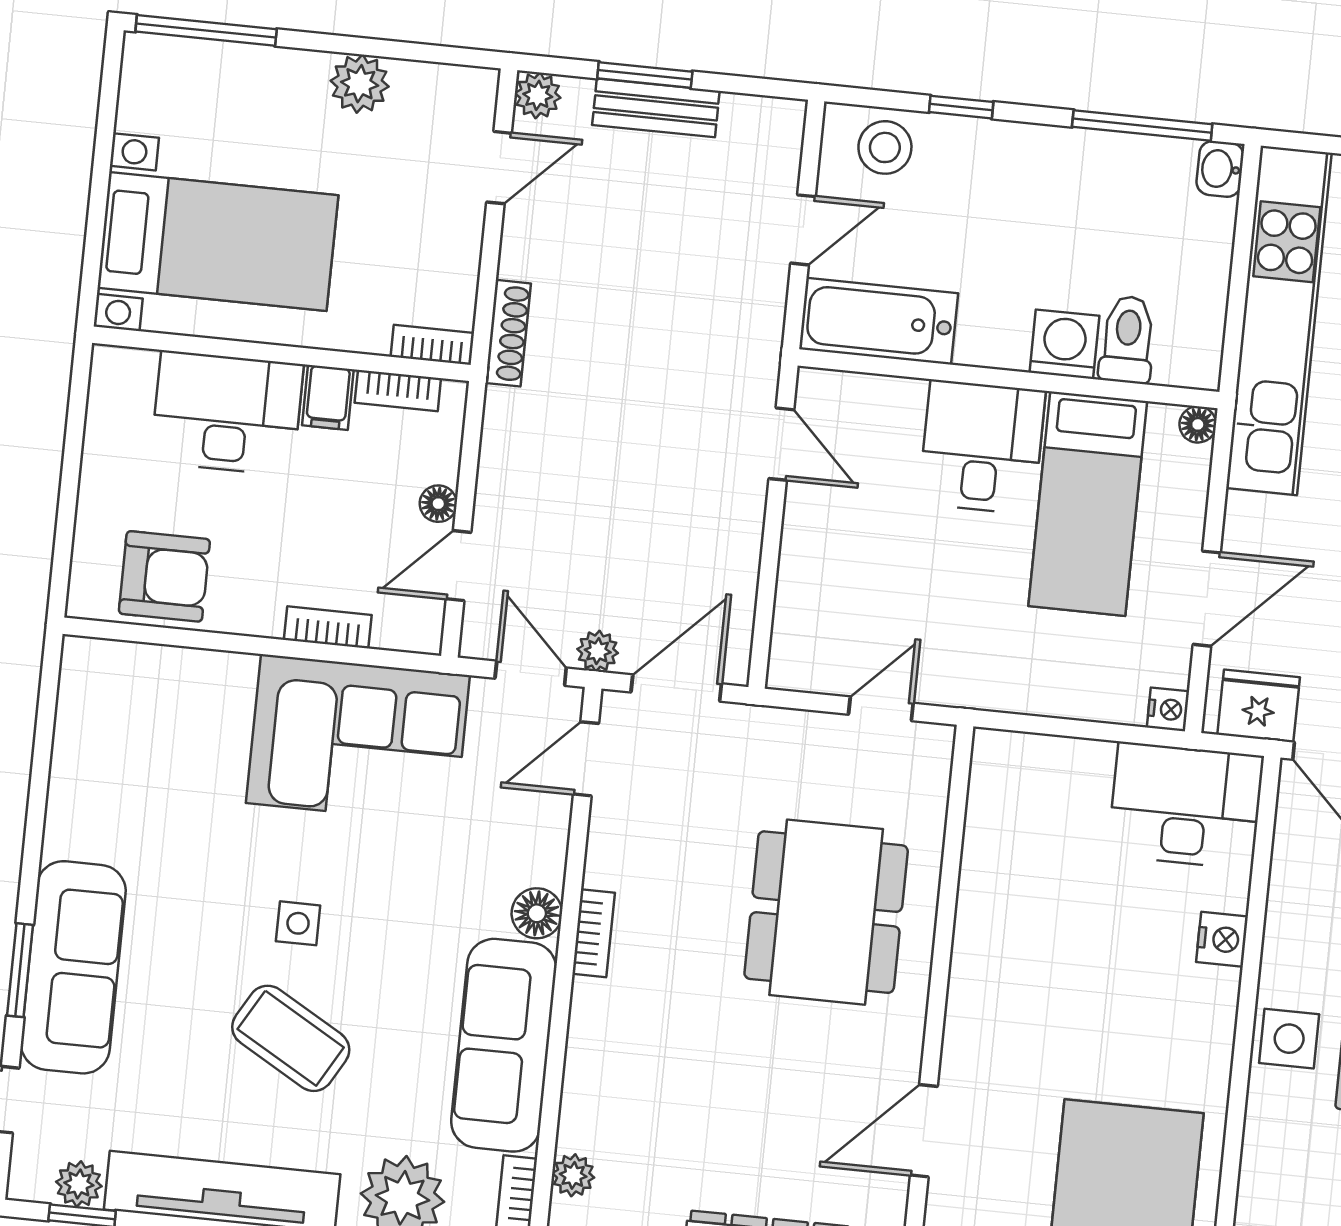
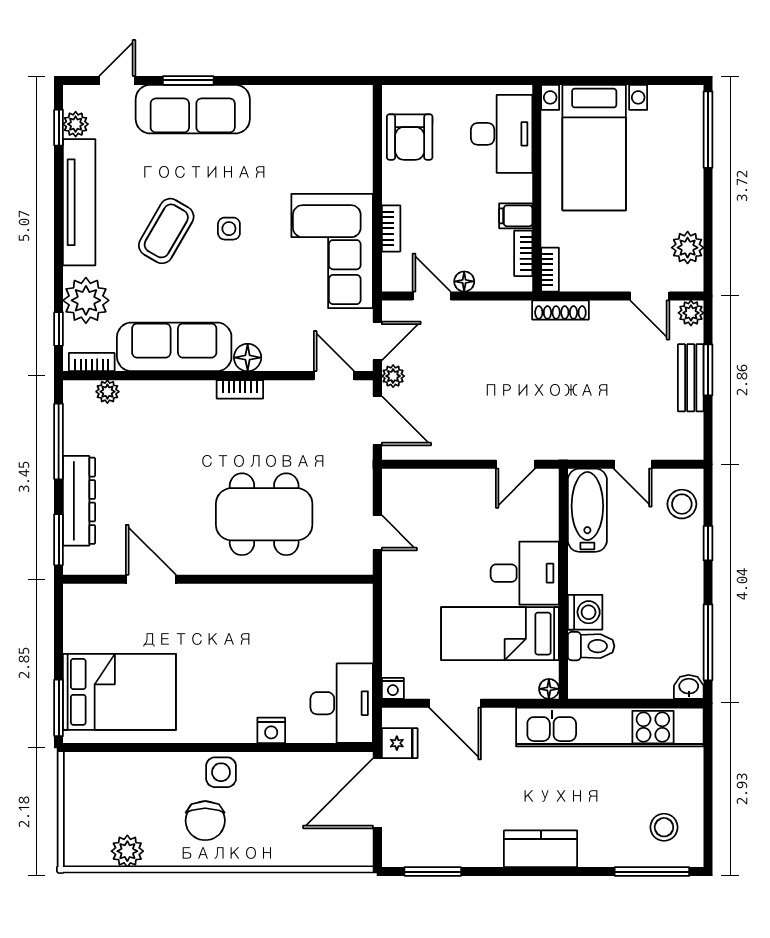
plant: (360, 84) -> (688, 248), moved
desk: (227, 413) -> (502, 134), moved
fridge: (1259, 706) -> (400, 743), width x0.72

